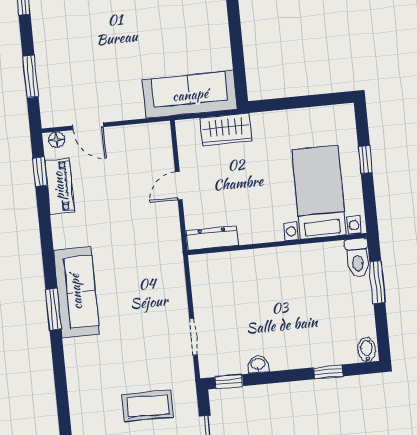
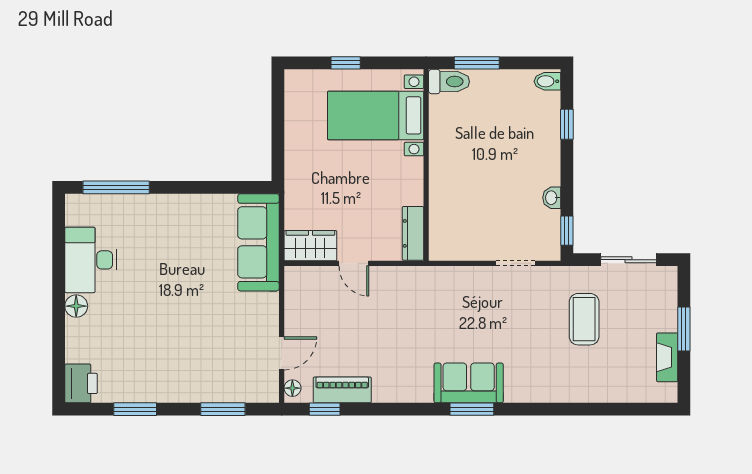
wardrobe: (226, 130) -> (310, 246), moved, turned -90
sofa: (76, 292) -> (469, 383), width x0.73

